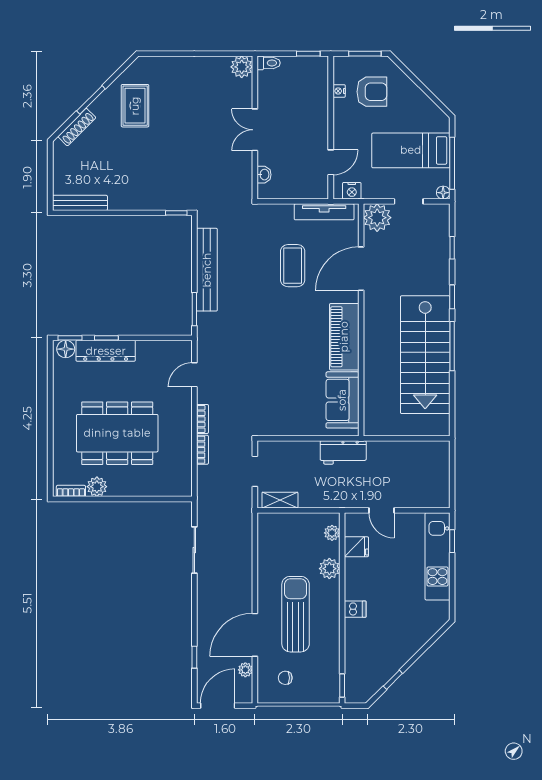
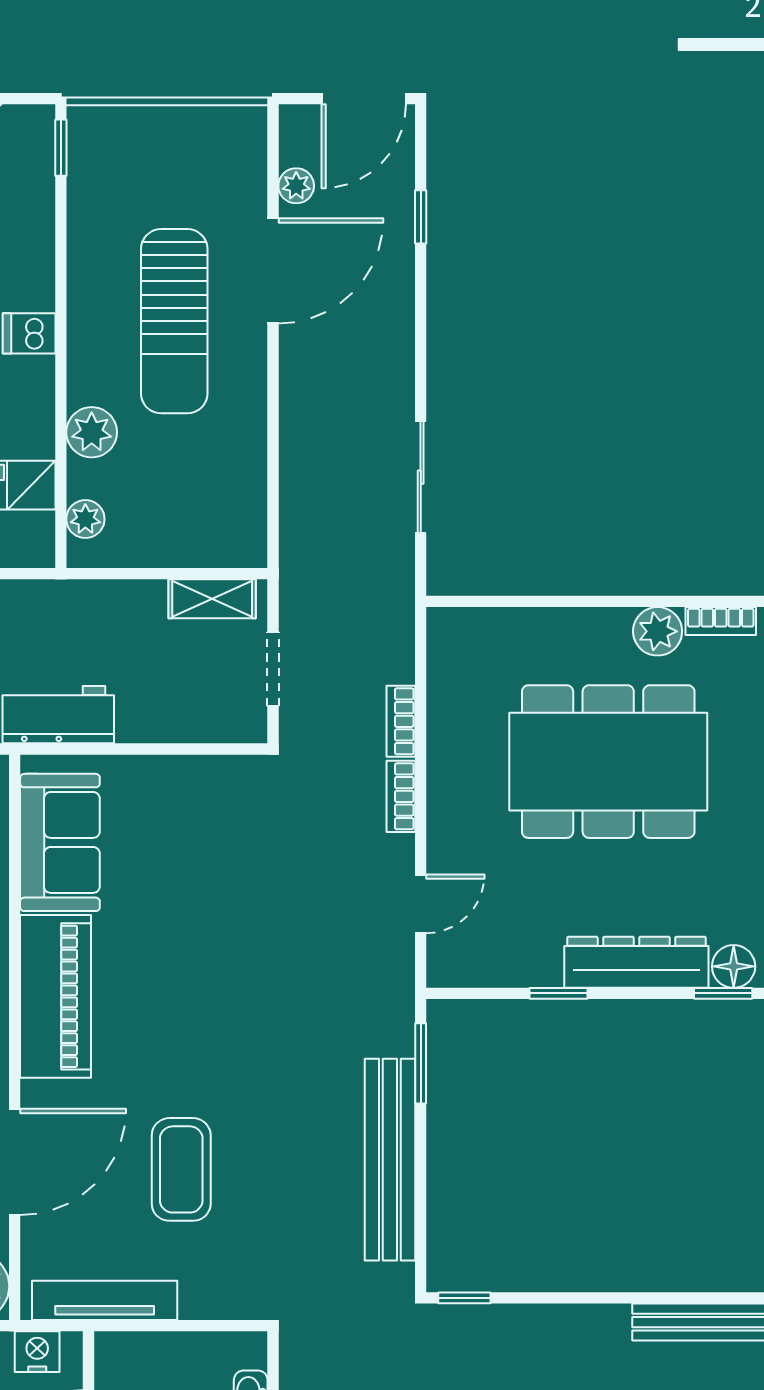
window: (106, 338) -> (558, 993), moved
chair: (285, 678) -> (199, 166), removed

